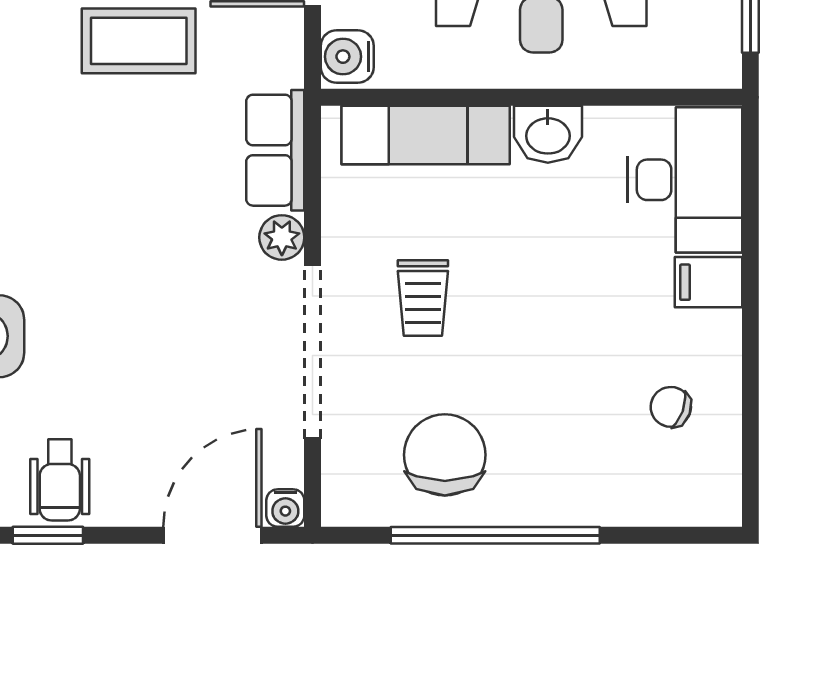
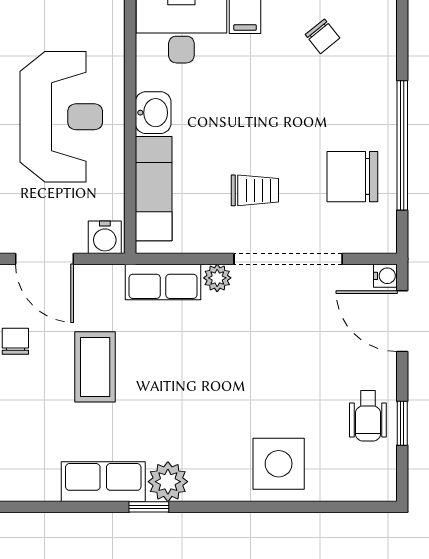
chair: (671, 407) -> (323, 36), turned -59
wheelchair: (60, 480) -> (368, 416), turned 90

